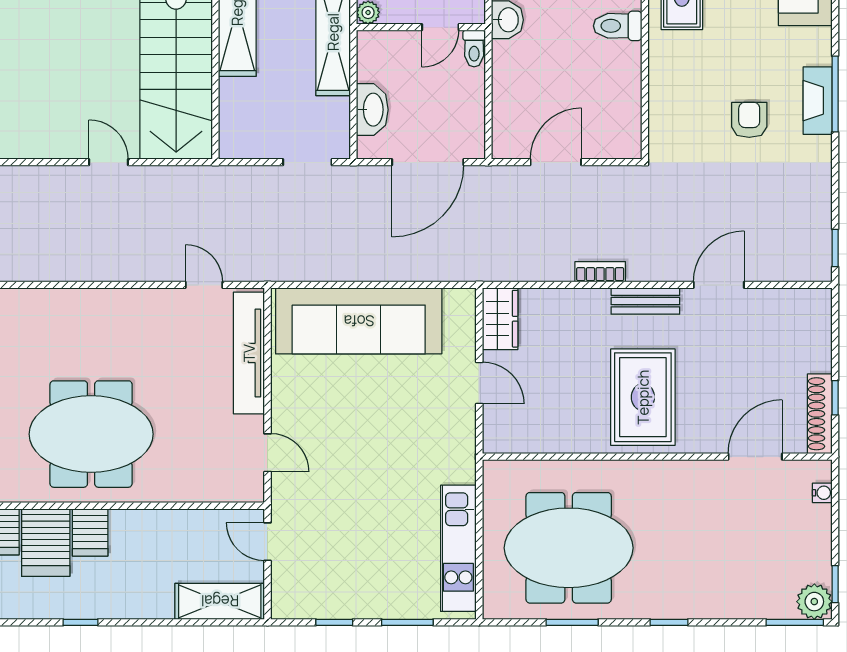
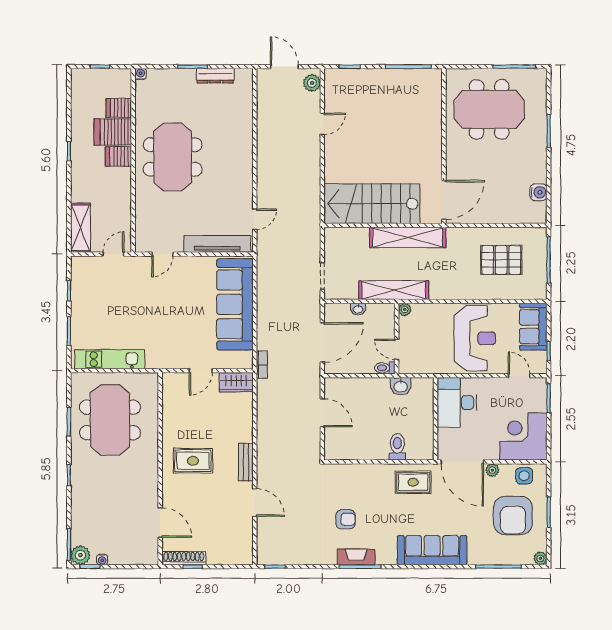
washbasin: (372, 110) -> (358, 309), width x0.52, depth x0.69
door: (108, 162) -> (322, 124), moved
door: (428, 162) -> (322, 342), swing flipped
bookcase: (600, 272) -> (262, 365), moved
rug: (643, 397) -> (193, 461), width x0.73, depth x0.70
water cooler: (822, 493) -> (102, 560), moved

